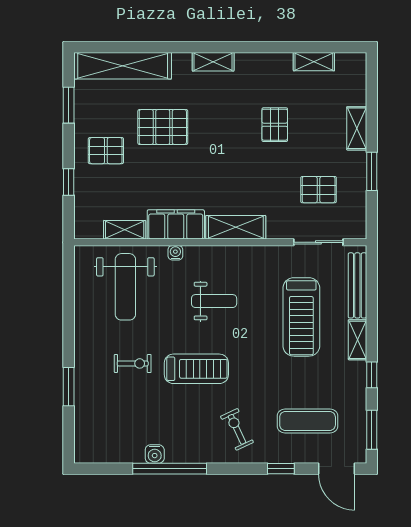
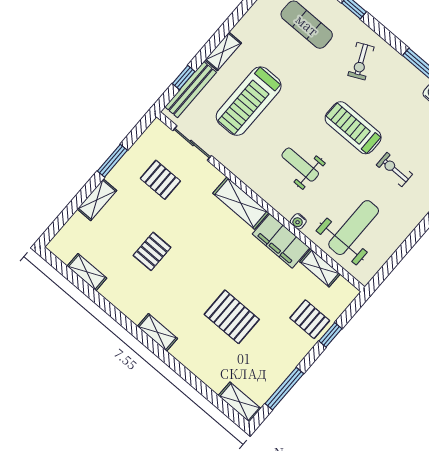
shelving: (123, 66) -> (240, 402), width x0.45, depth x0.75
window: (69, 105) -> (284, 389), width x1.44
pallet: (106, 151) -> (310, 319), moved
treadmill: (301, 317) -> (249, 101), turned 180
window: (372, 375) -> (184, 77), moved

